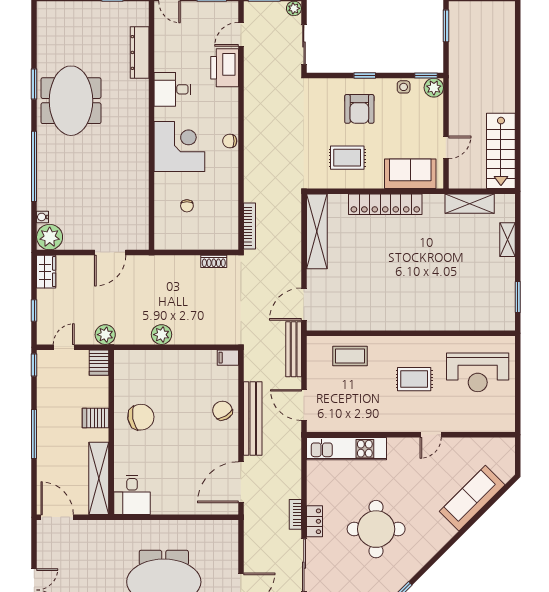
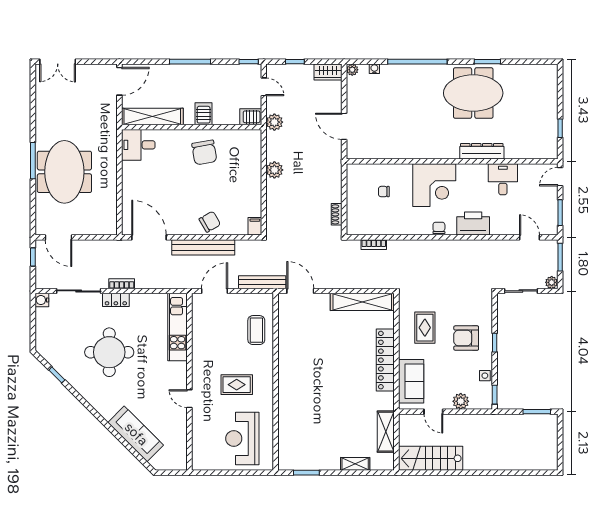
dresser: (140, 52) -> (482, 151), moved
printer: (225, 68) -> (473, 223), moved
plant: (434, 88) -> (461, 401), moved
desk: (173, 89) -> (503, 179), moved
bookcase: (249, 226) -> (374, 245), width x0.64
plant: (50, 237) -> (352, 70), width x0.53, depth x0.53
rug: (414, 379) -> (237, 385), turned 90

